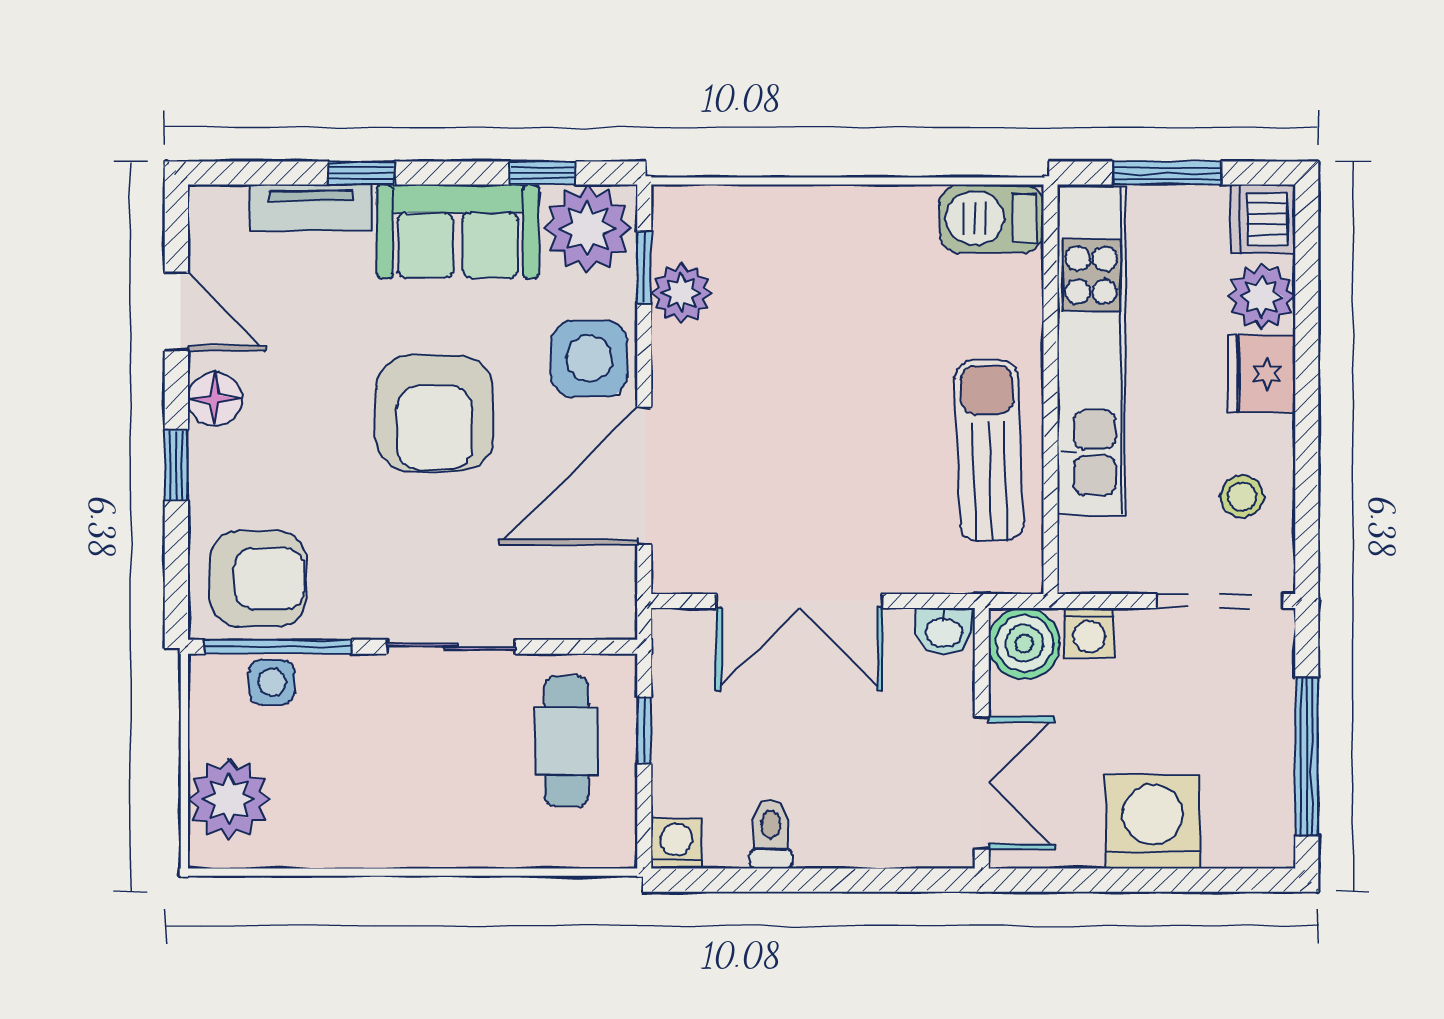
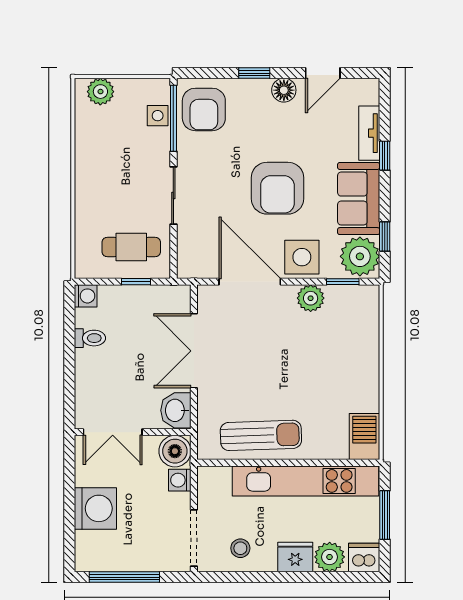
plant: (681, 293) -> (311, 298), moved
armchair: (435, 413) -> (277, 188), turned -90
washbasin: (944, 631) -> (176, 410), width x1.38, depth x1.45
plant: (229, 799) -> (100, 92), width x0.73, depth x0.73

